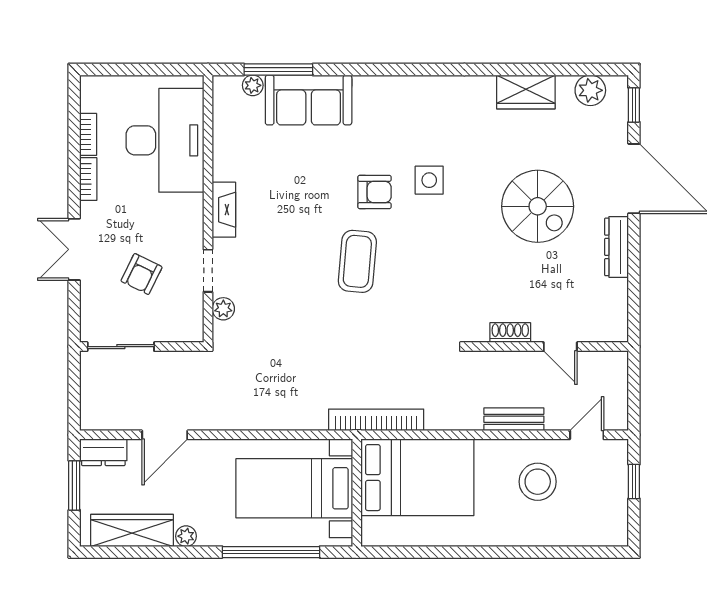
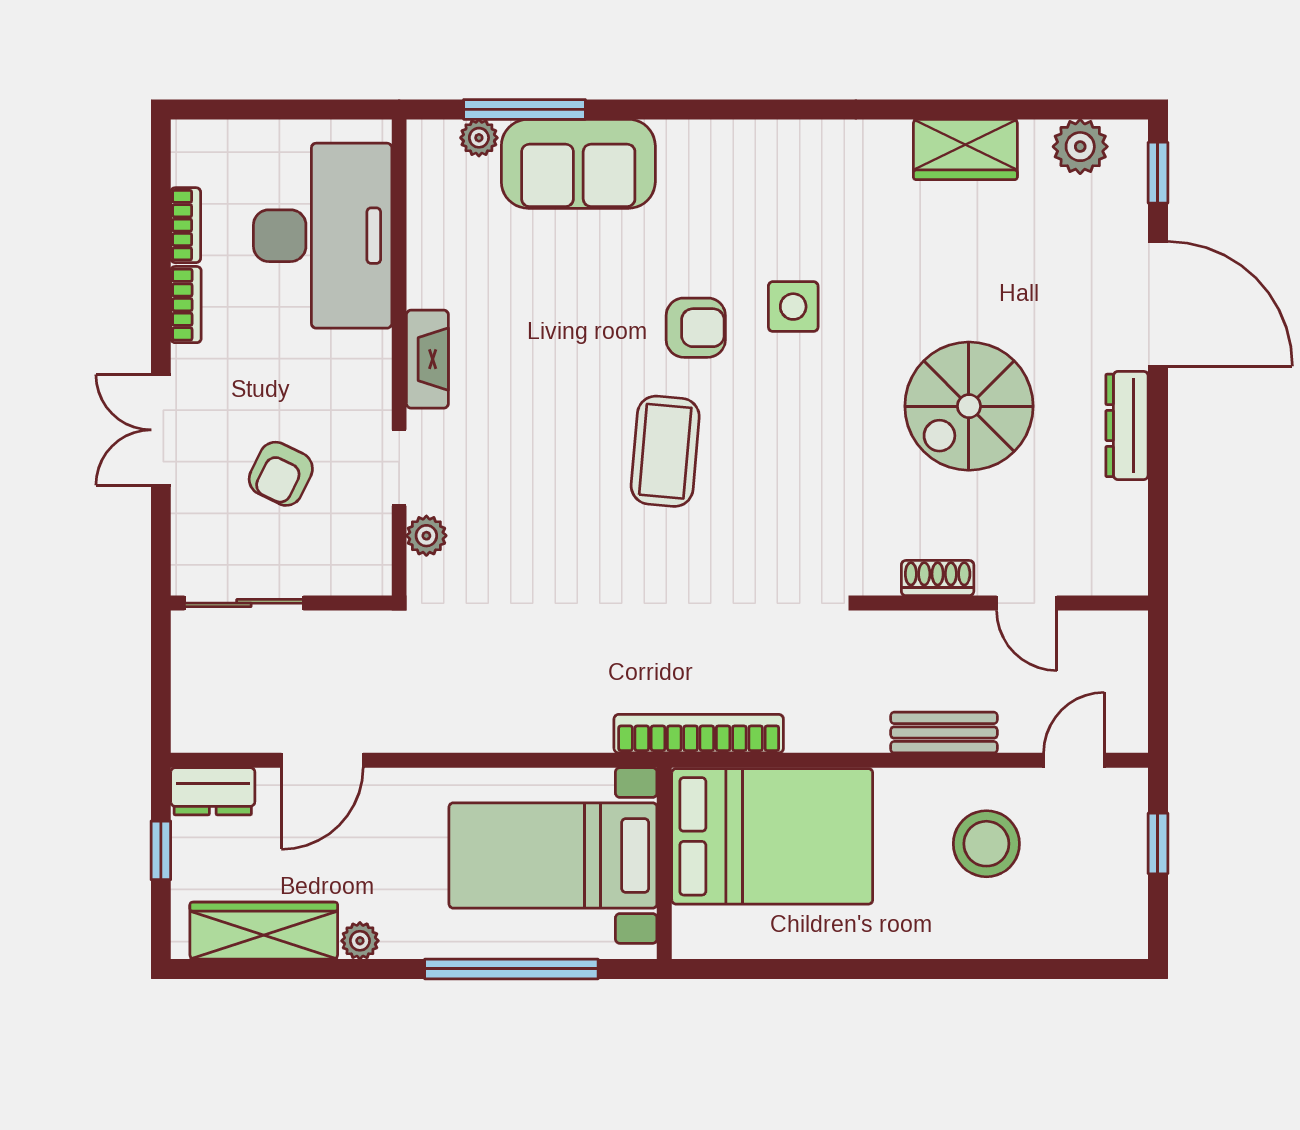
spiral stairs: (538, 206) -> (969, 406), moved, turned 90
window: (74, 485) -> (161, 850), width x0.67

